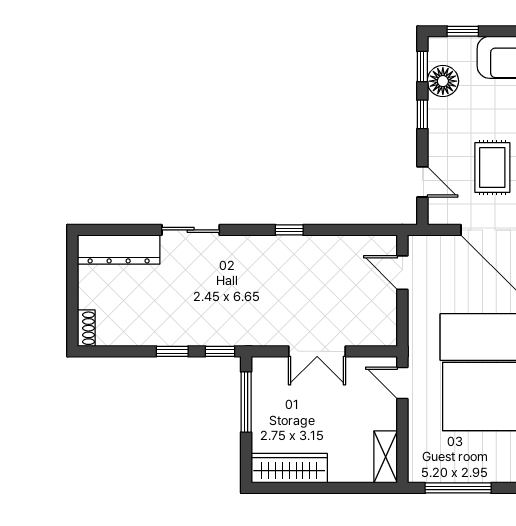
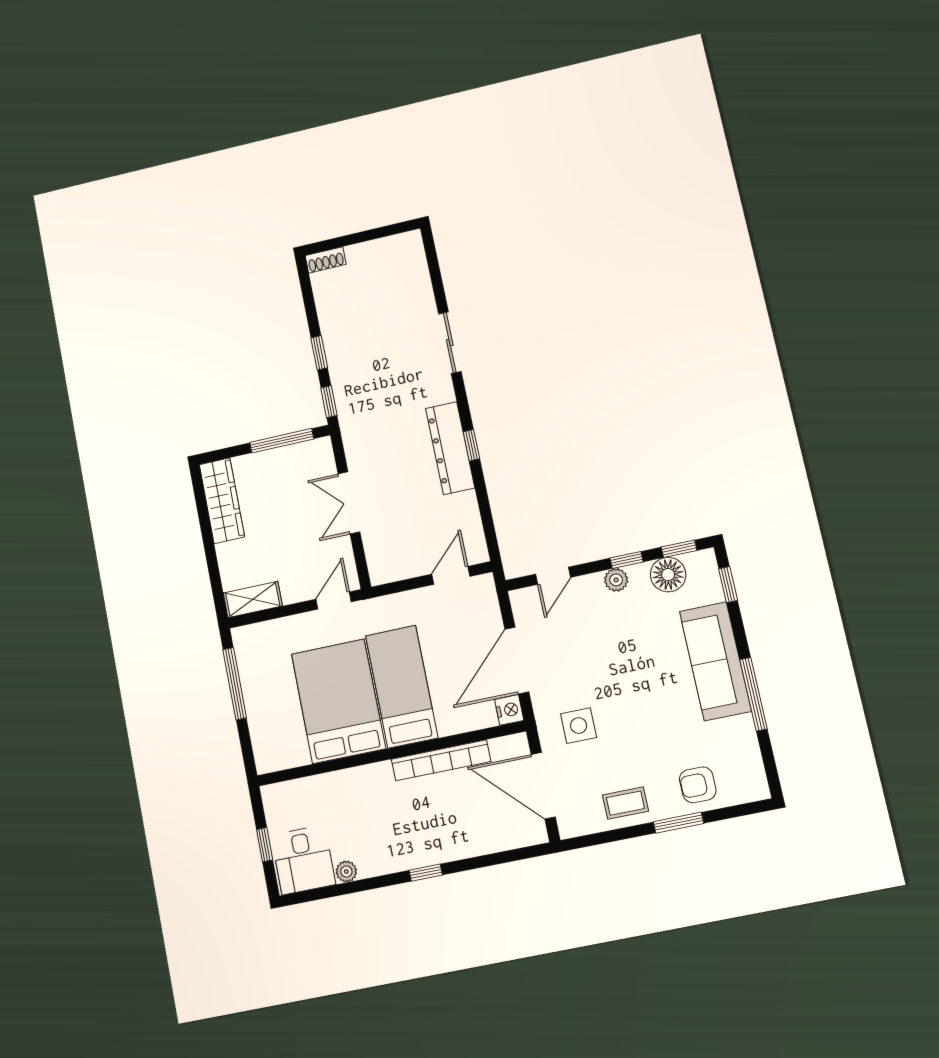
plant: (438, 127) -> (616, 580), added
rug: (492, 168) -> (585, 649), removed
dresser: (119, 249) -> (450, 448), moved

